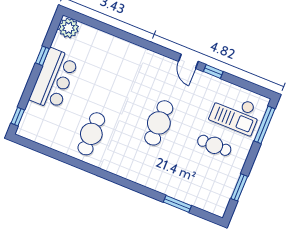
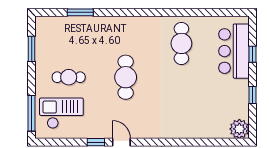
bar counter: (54, 79) -> (234, 51), moved
window: (18, 117) -> (252, 54), moved

